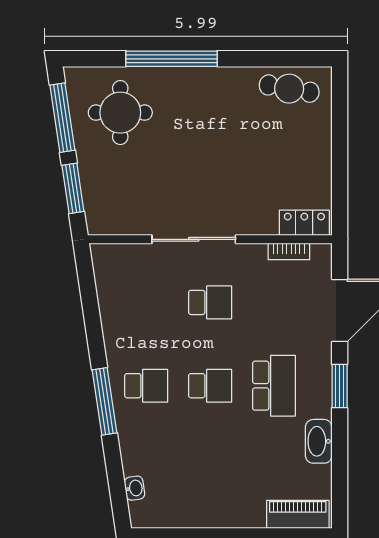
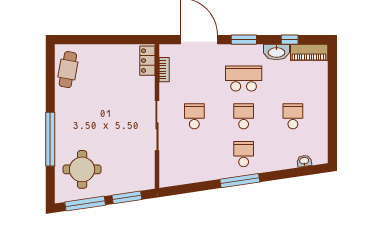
window: (105, 401) -> (240, 181), moved
window: (340, 463) -> (290, 40), added
school desk: (210, 469) -> (293, 116), added
piano: (298, 514) -> (309, 52), moved, turned -90

